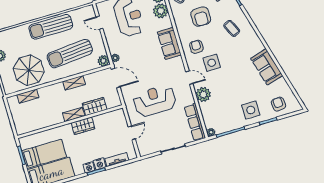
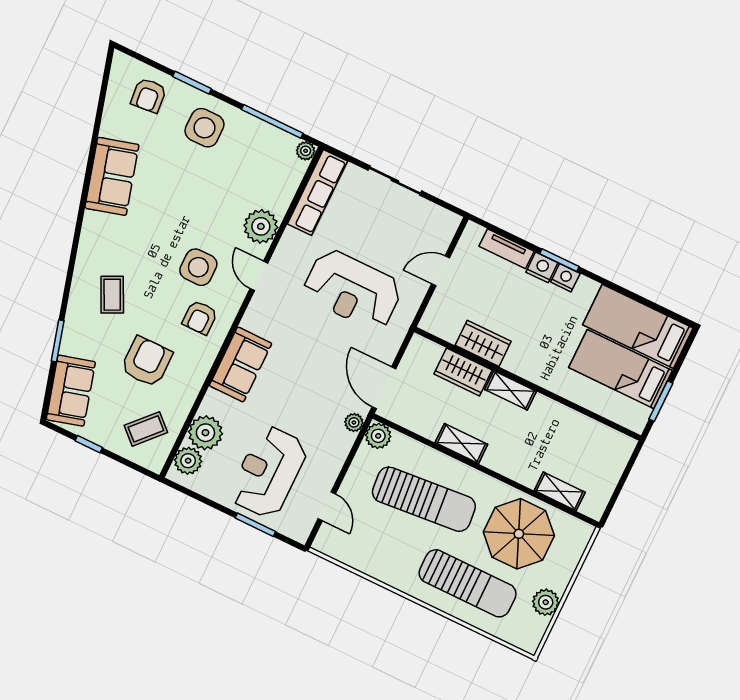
sun lounger: (51, 27) -> (468, 583), moved
wardrobe: (83, 126) -> (483, 343), moved

